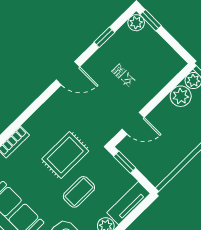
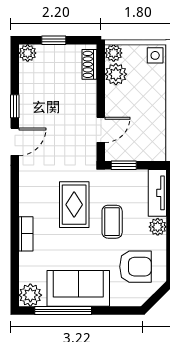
window: (151, 20) -> (54, 40), moved
window: (104, 37) -> (15, 106), moved
shoe rack: (170, 72) -> (89, 64), added

